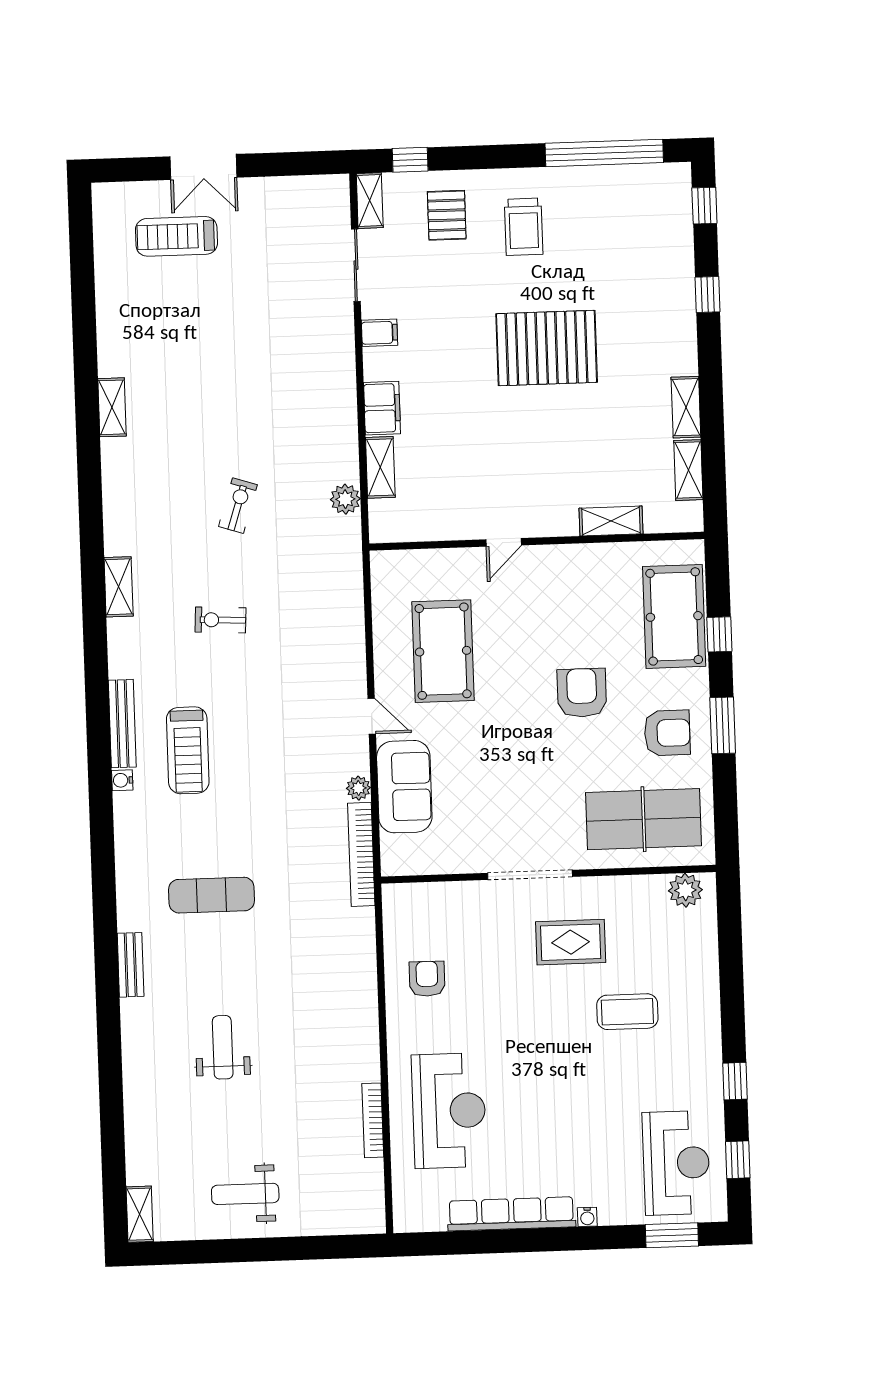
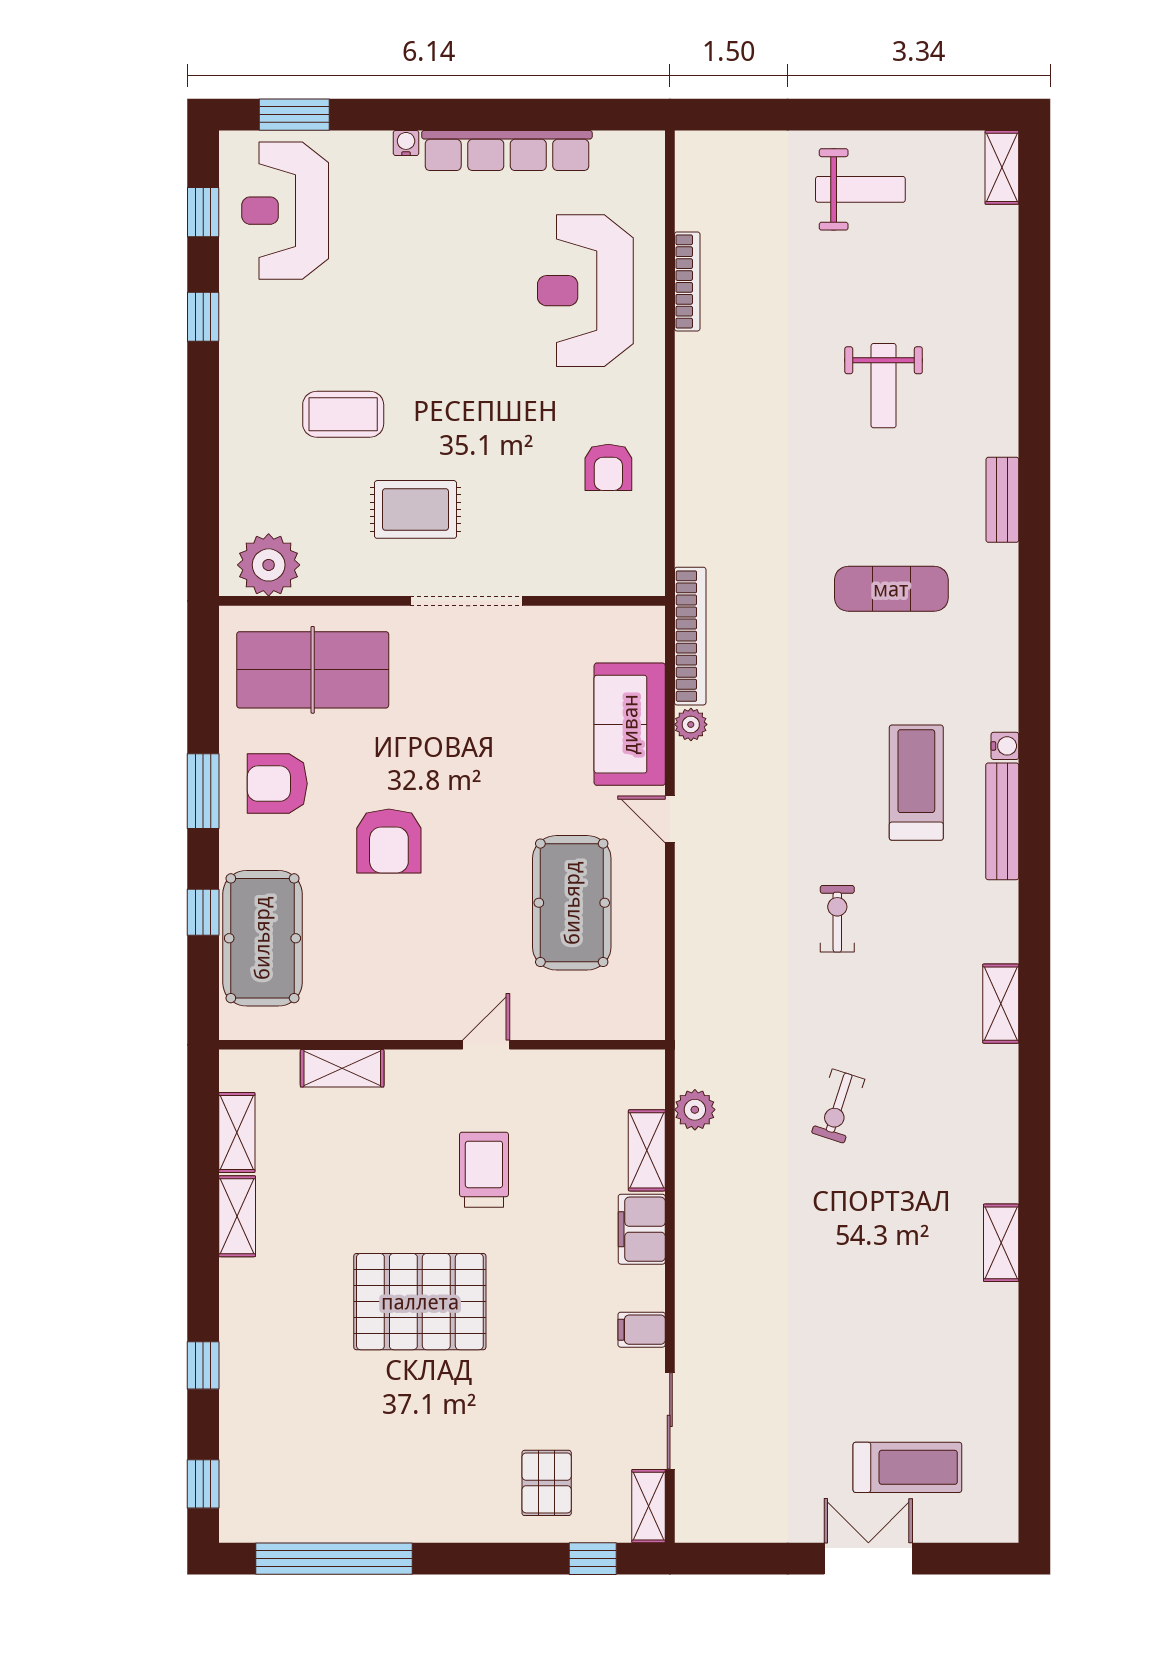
trolley: (524, 227) -> (484, 1170), moved
exercise bike: (220, 620) -> (837, 919), moved, turned -93
plant: (685, 890) -> (269, 565), width x1.36, depth x1.36

